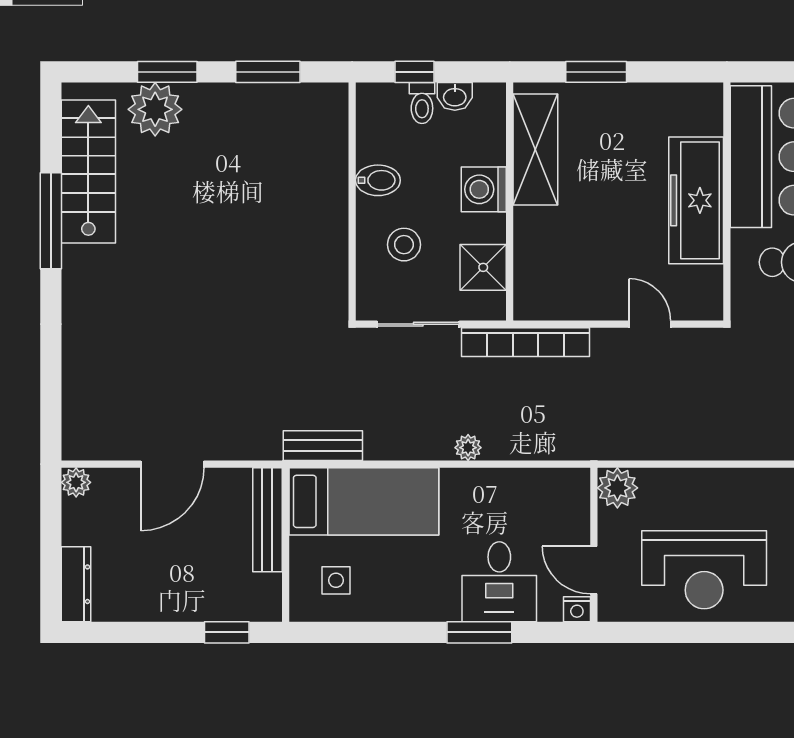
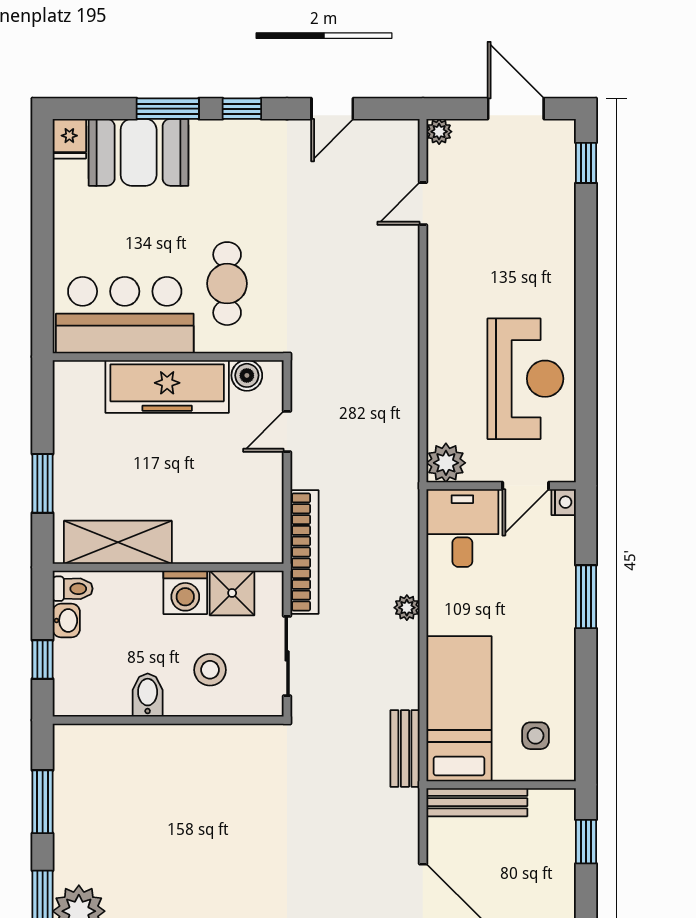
toilet: (422, 103) -> (73, 589), moved
washing machine: (484, 189) -> (185, 592), moved
boiler: (708, 283) -> (247, 375), added
desk: (499, 582) -> (462, 528), moved, turned -90

